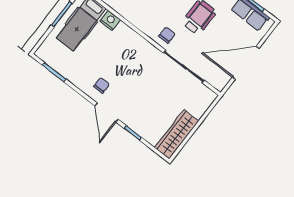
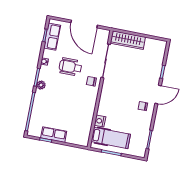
wardrobe: (177, 134) -> (128, 40), moved

